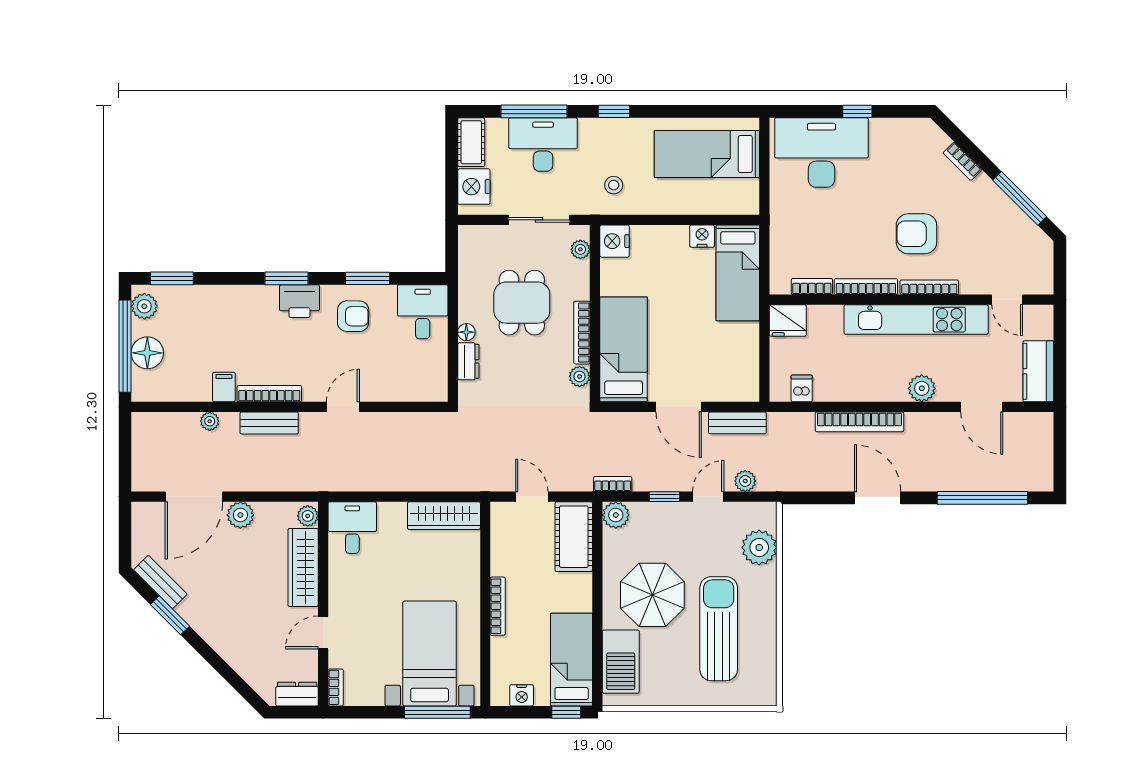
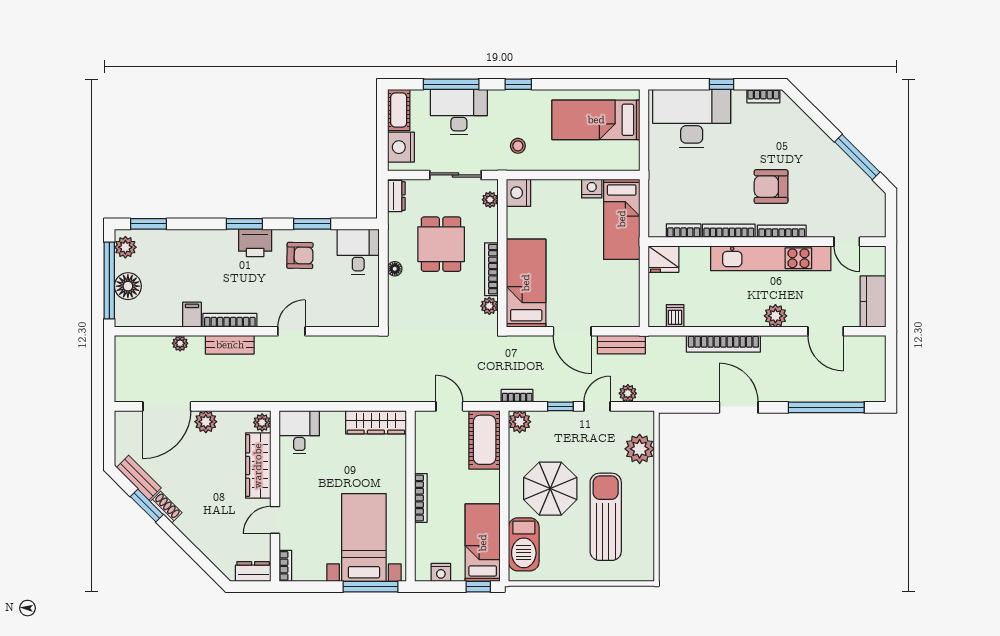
bookcase: (962, 161) -> (763, 96), moved, turned -45
dresser: (468, 361) -> (396, 196), moved
shoe rack: (193, 617) -> (166, 507), added

